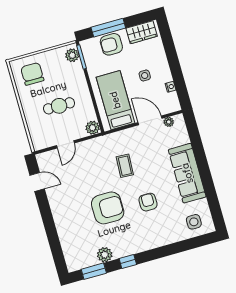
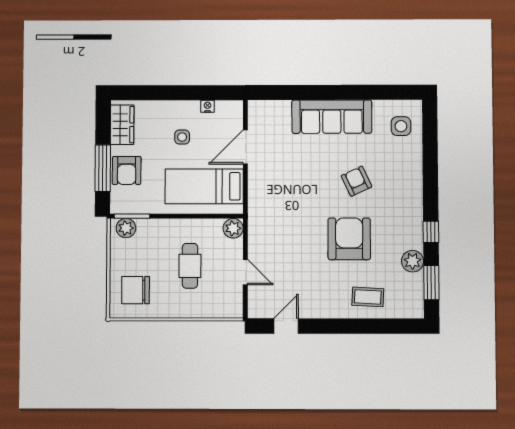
plant: (169, 122) -> (255, 122), removed
coffee table: (125, 166) -> (368, 297), moved
armchair: (148, 202) -> (356, 181), turned 65

